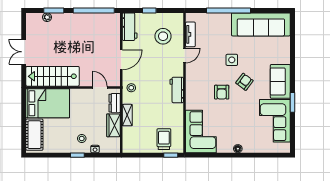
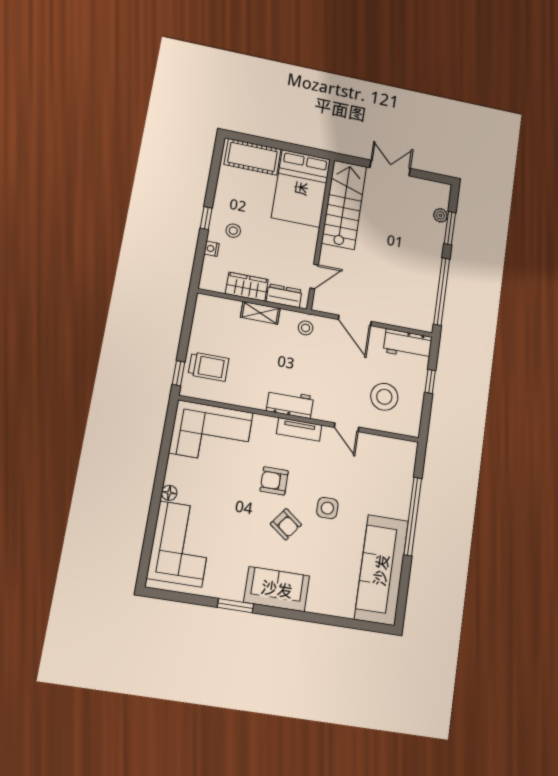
tv unit: (190, 34) -> (299, 429), moved
corner sofa: (275, 121) -> (181, 544), moved, turned 90

